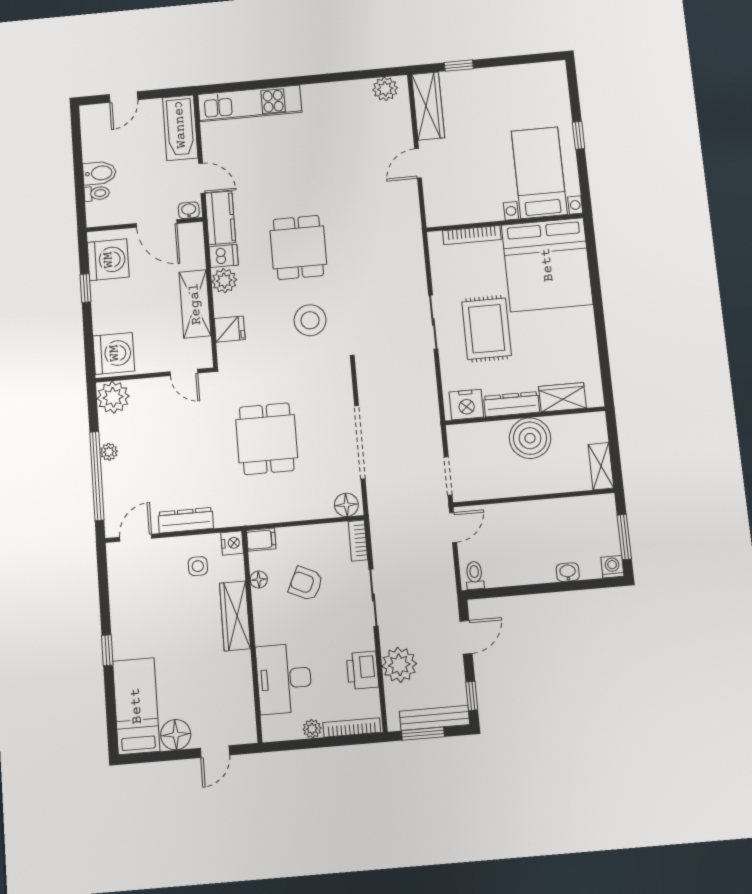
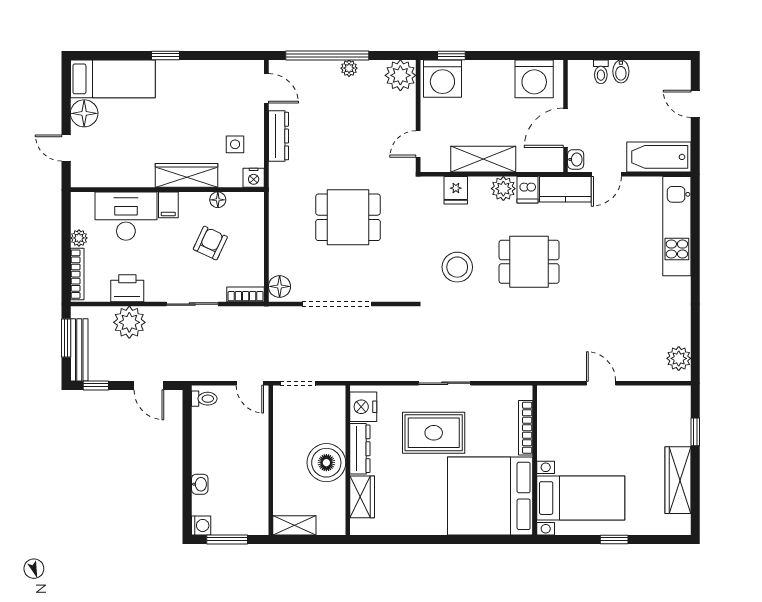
wardrobe: (428, 106) -> (678, 480), moved, turned 90
bidet: (99, 173) -> (621, 71), width x0.72, depth x0.74
window: (86, 288) -> (451, 55), moved
filing cabinet: (261, 540) -> (168, 205), moved

